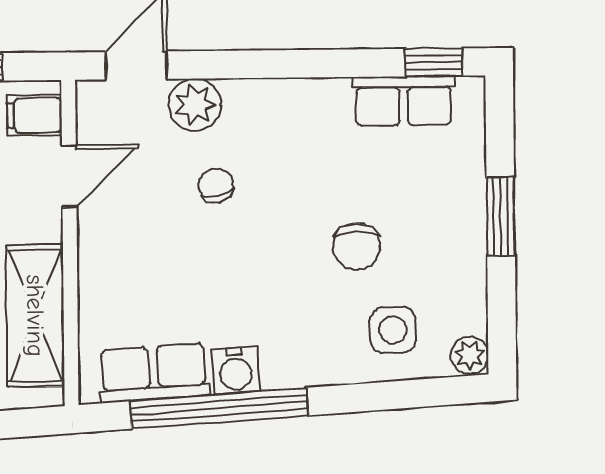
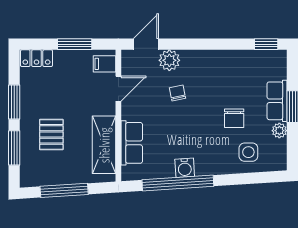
row of seats: (404, 101) -> (277, 101), moved, turned 90
plant: (470, 355) -> (279, 131), moved
row of seats: (154, 373) -> (132, 143), moved, turned 94

